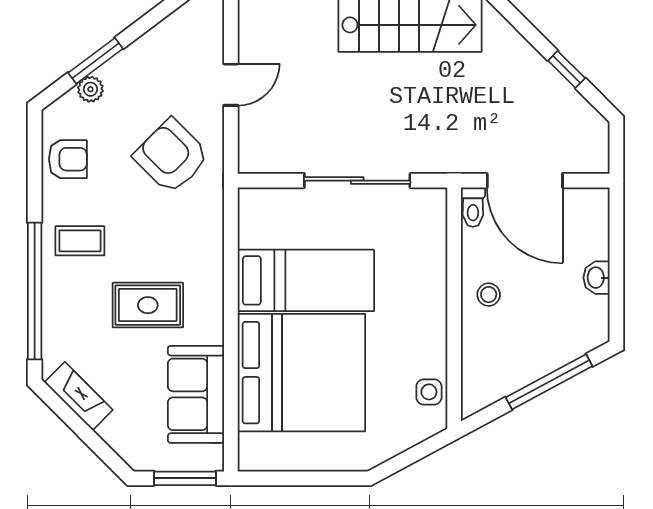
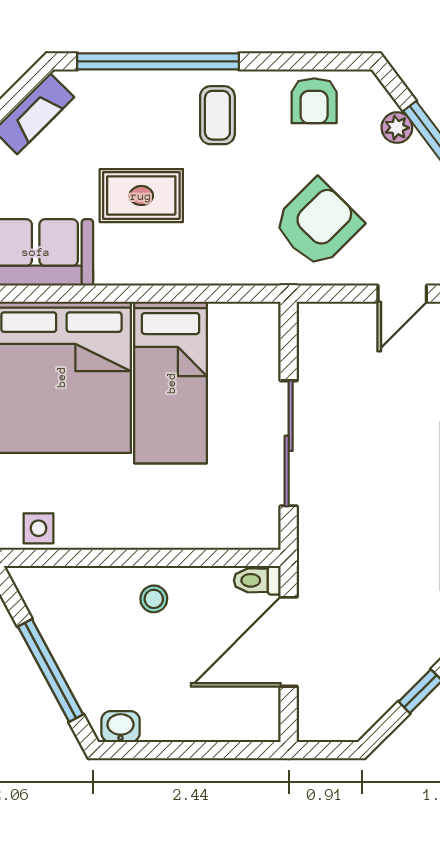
door: (231, 85) -> (402, 294), hinge flipped
washbasin: (597, 278) -> (121, 727), moved
rug: (148, 305) -> (141, 196), turned 90

